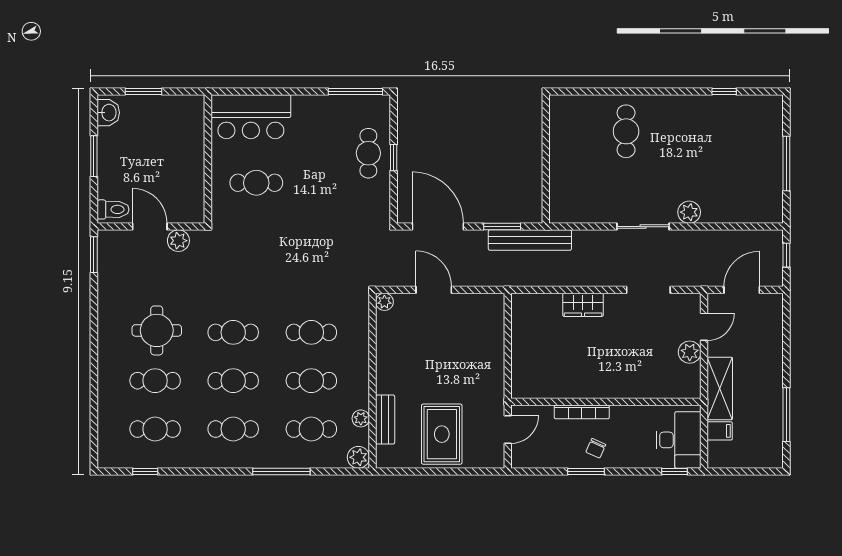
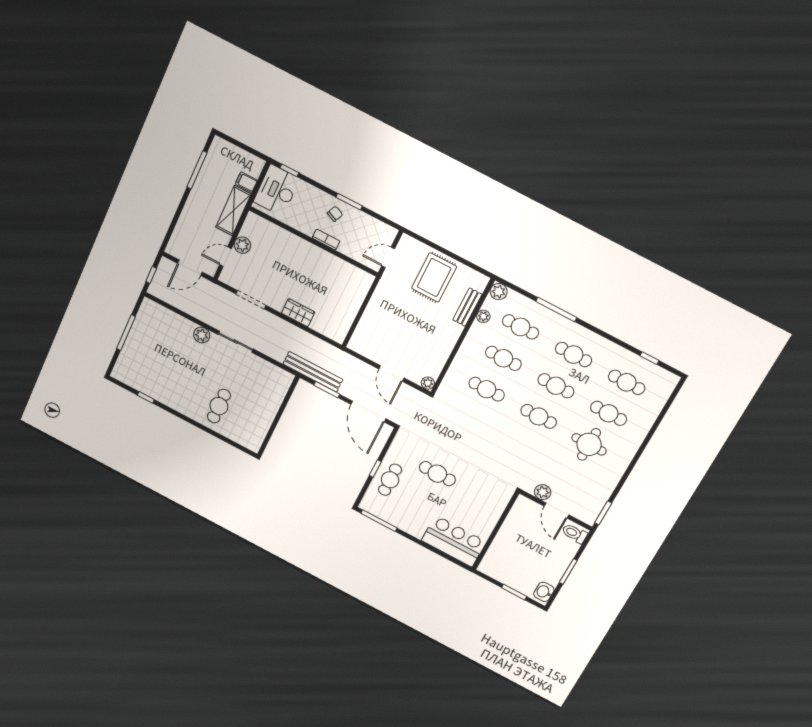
cafe table: (256, 183) -> (437, 474), moved
bookcase: (582, 412) -> (326, 240), width x0.64

